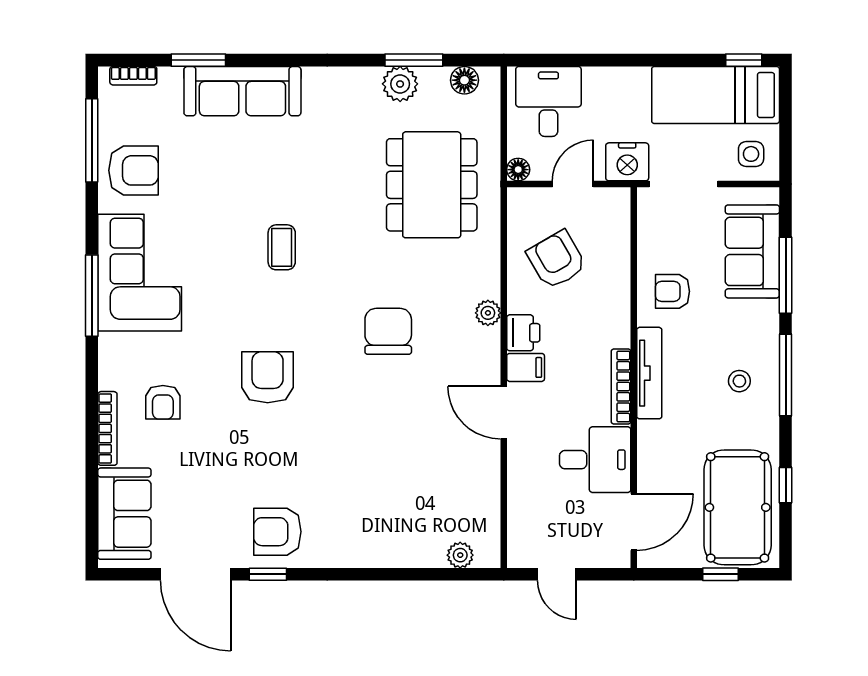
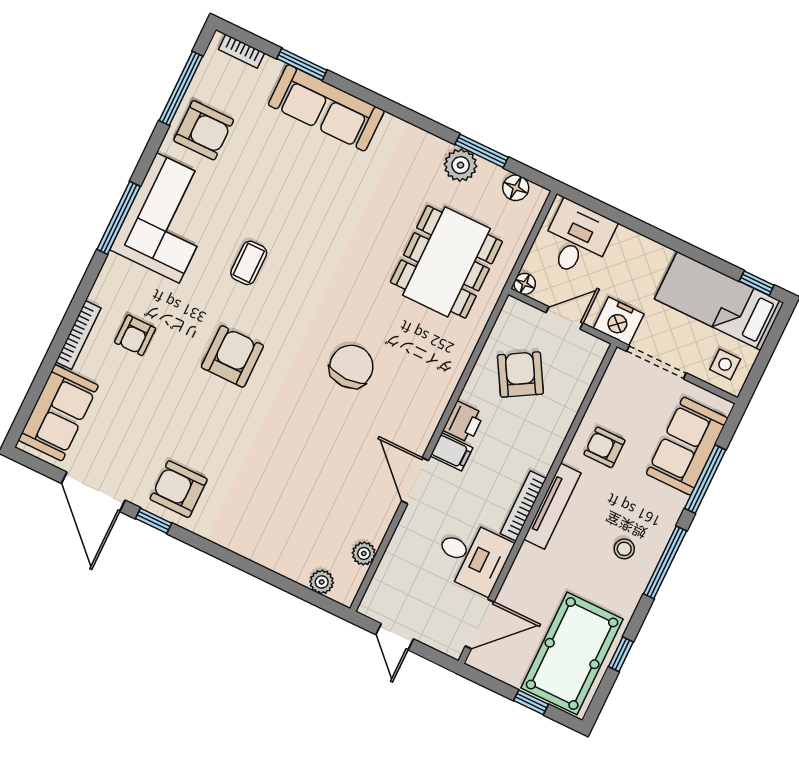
coffee table: (282, 247) -> (249, 263), moved
plant: (488, 313) -> (364, 554), moved

